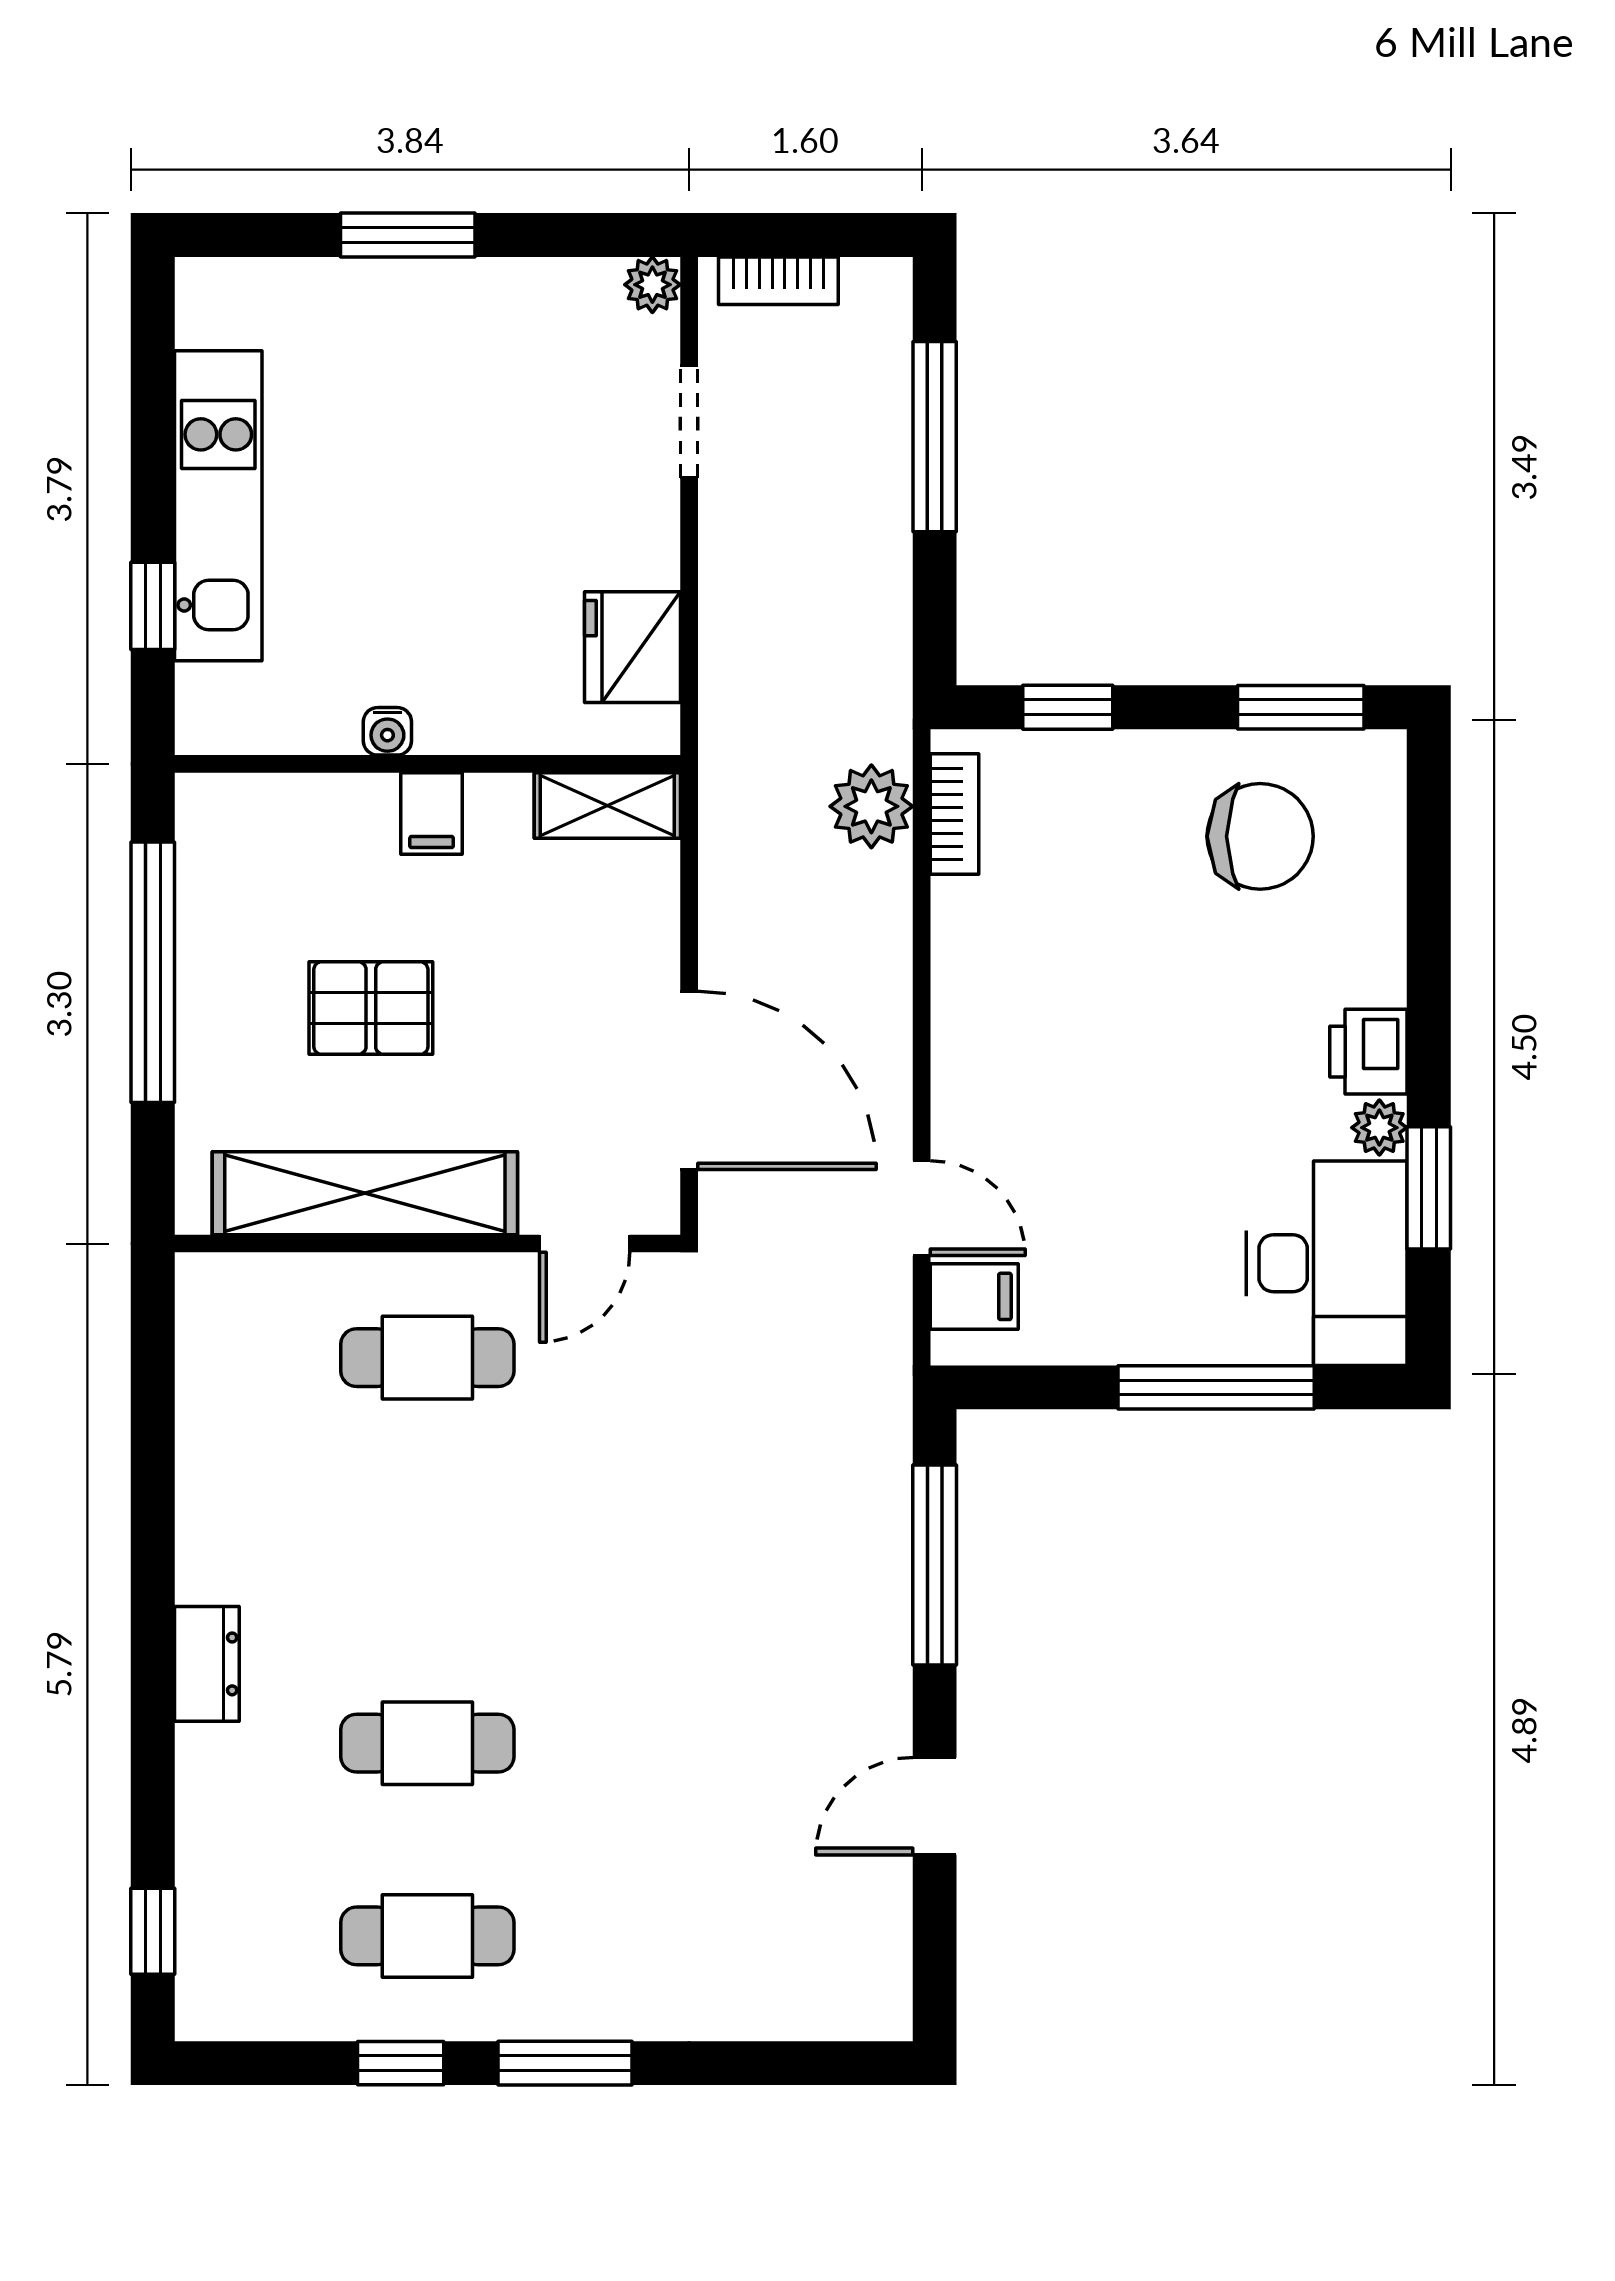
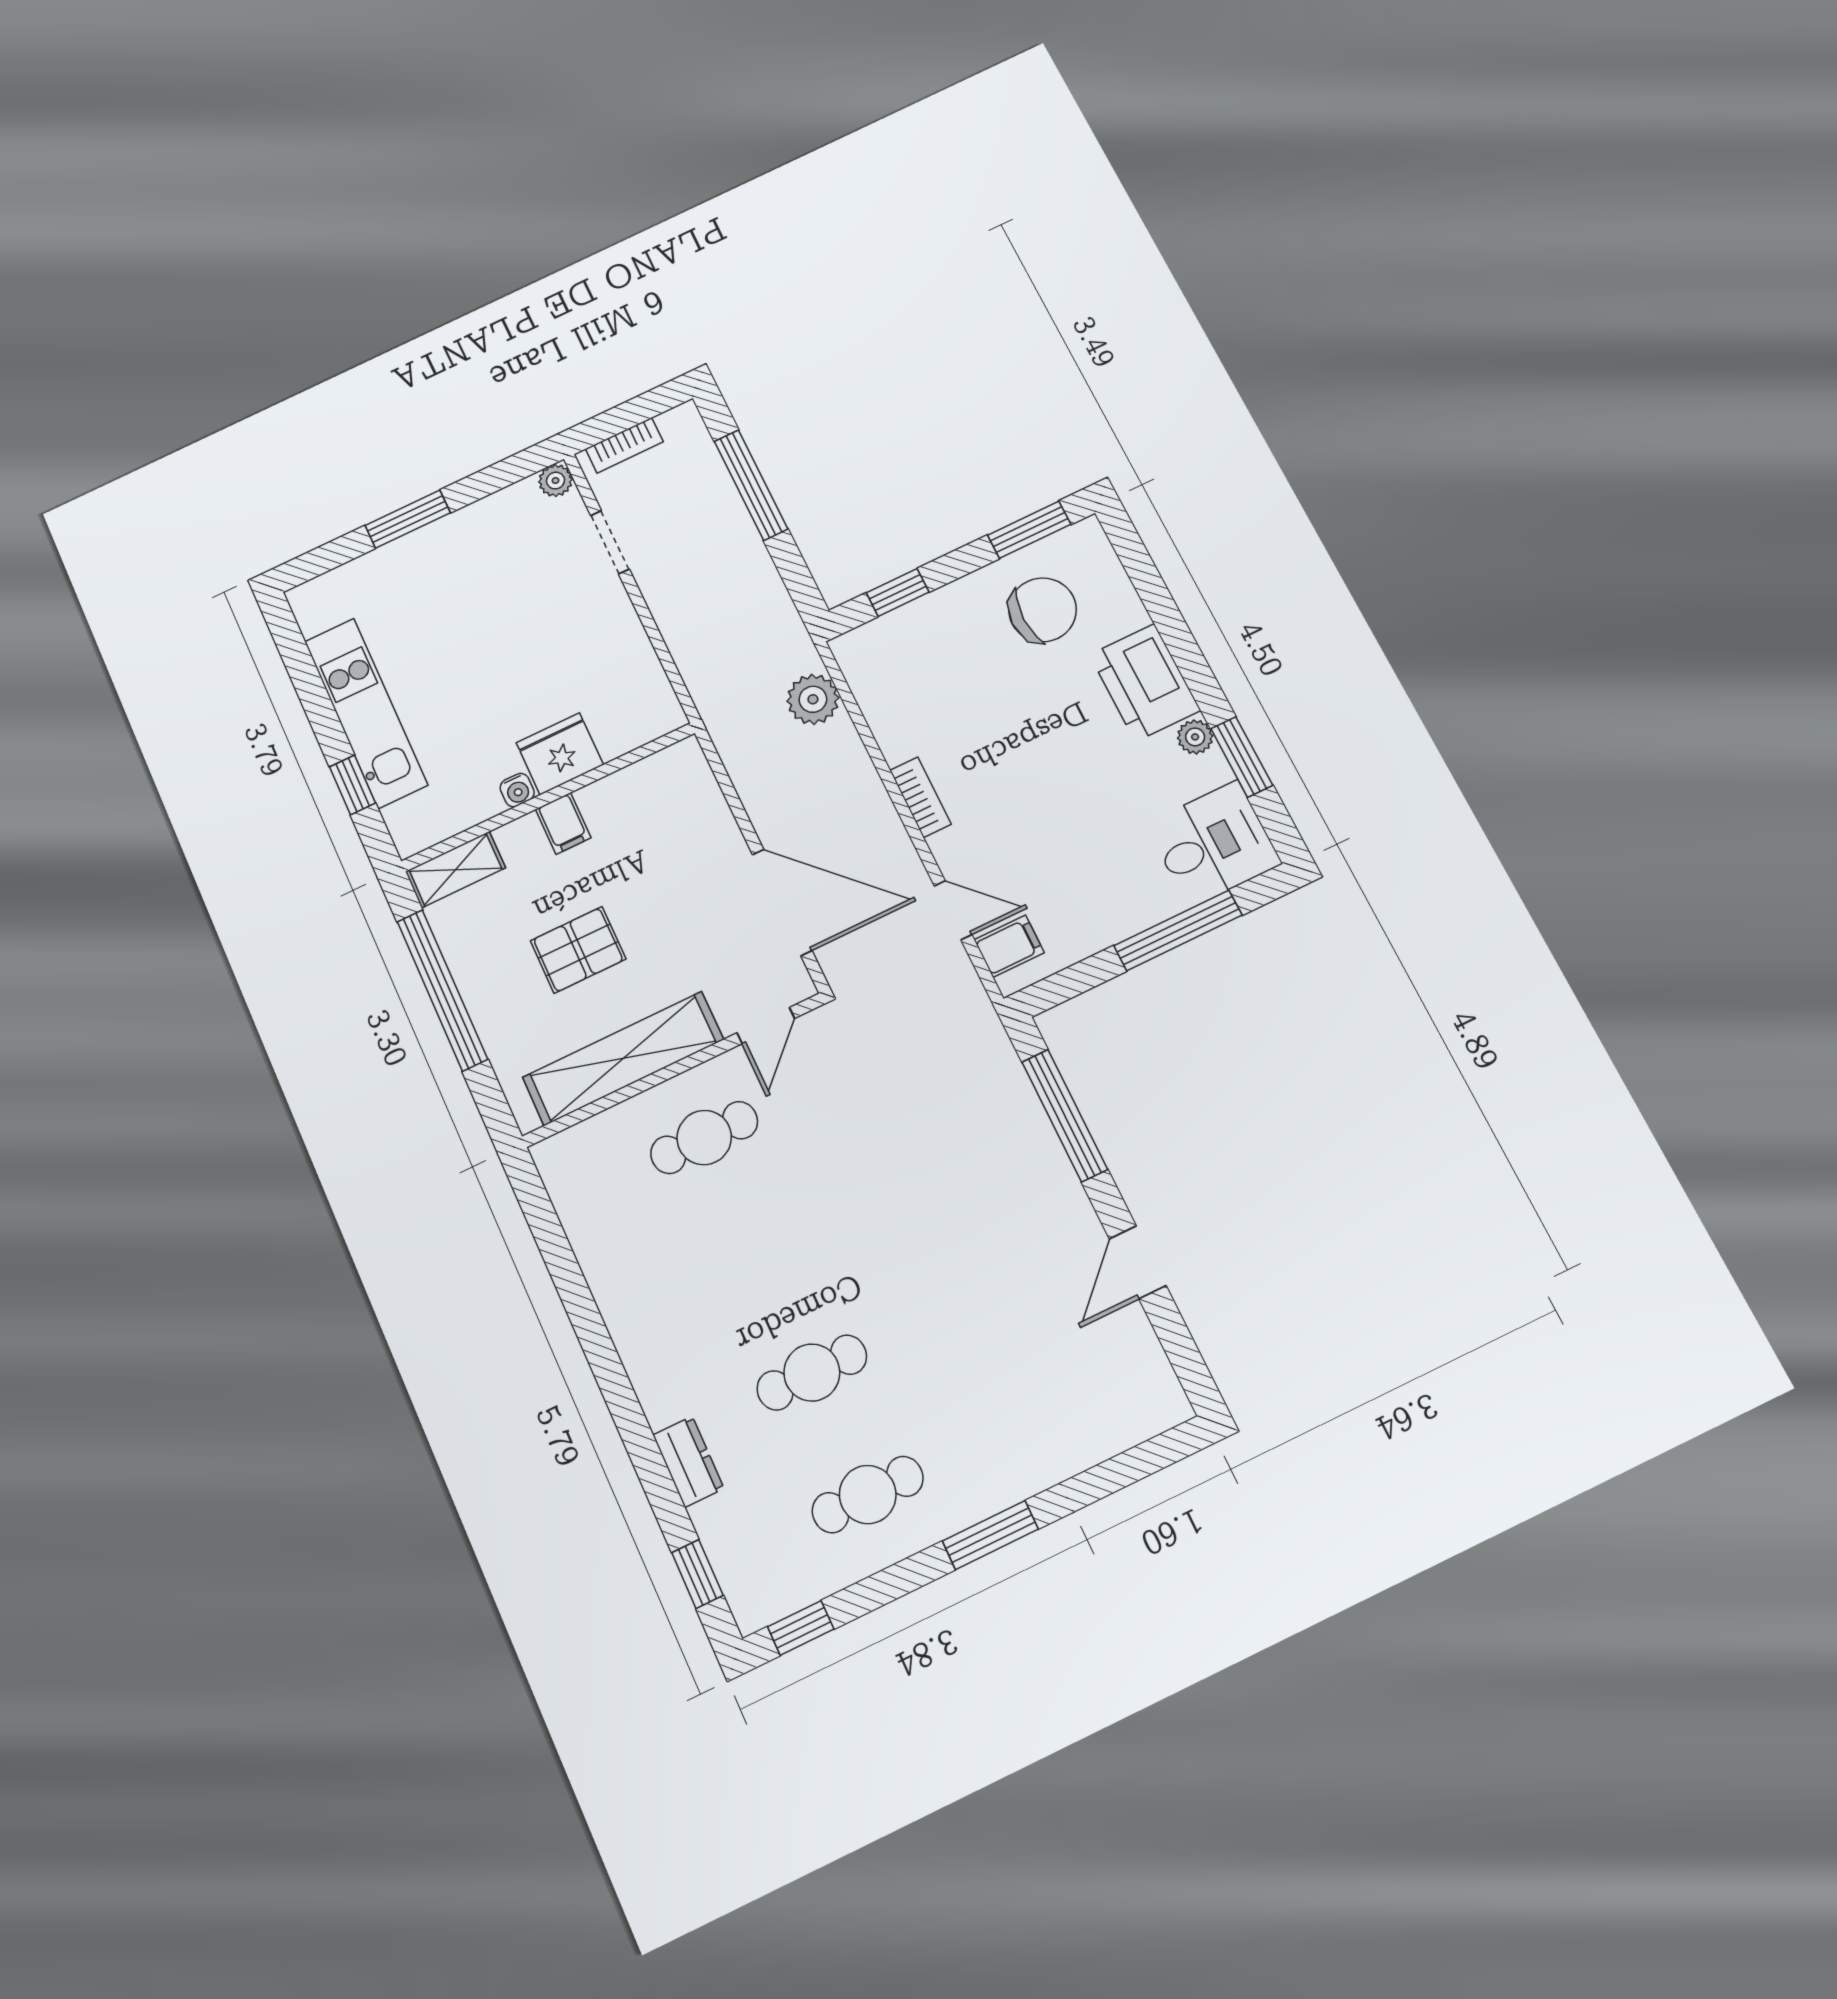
fridge: (633, 647) -> (560, 754), moved, turned 90
shelving: (607, 806) -> (455, 870), moved
bookcase: (954, 814) -> (920, 797), moved
printer: (1368, 1052) -> (1145, 683), width x1.87, depth x1.48
desk: (1327, 1263) -> (1213, 844), width x0.73
dresser: (207, 1664) -> (688, 1462), moved
window: (401, 2063) -> (801, 1628), moved

